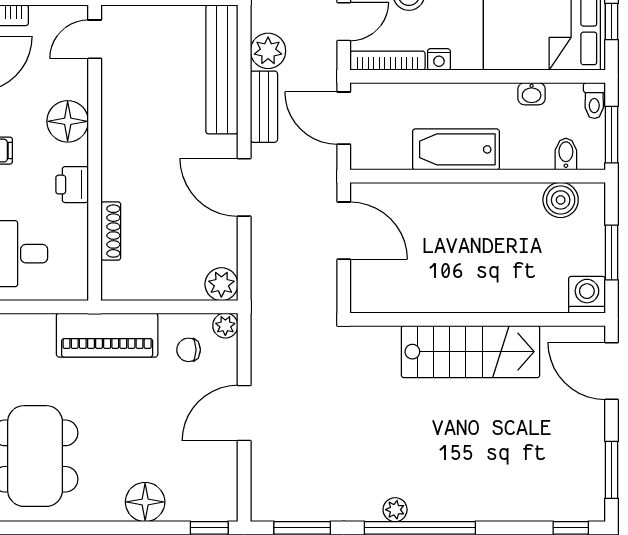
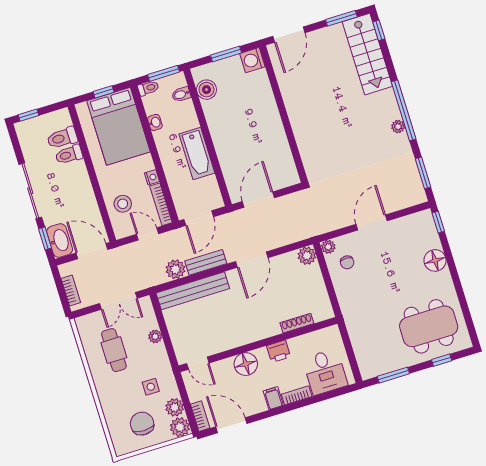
piano: (107, 335) -> (353, 308), removed
stairs: (470, 352) -> (367, 54), moved, turned 180
door: (244, 413) -> (372, 223), swing flipped

